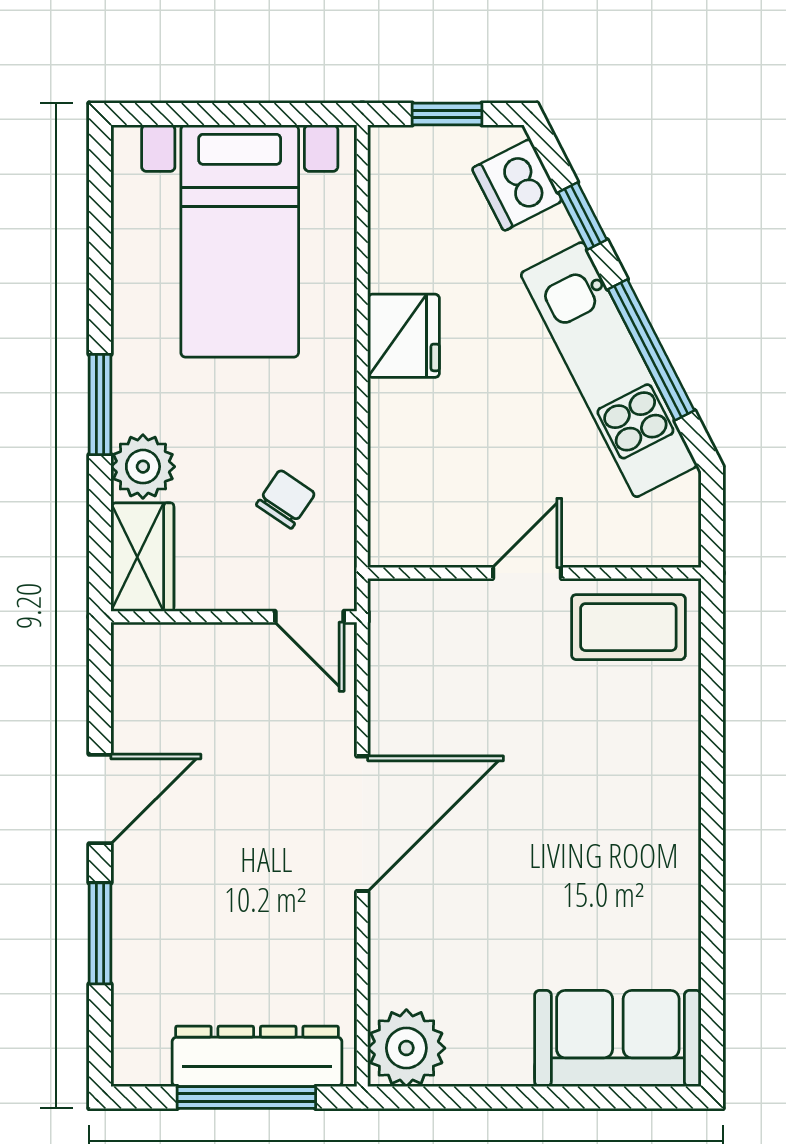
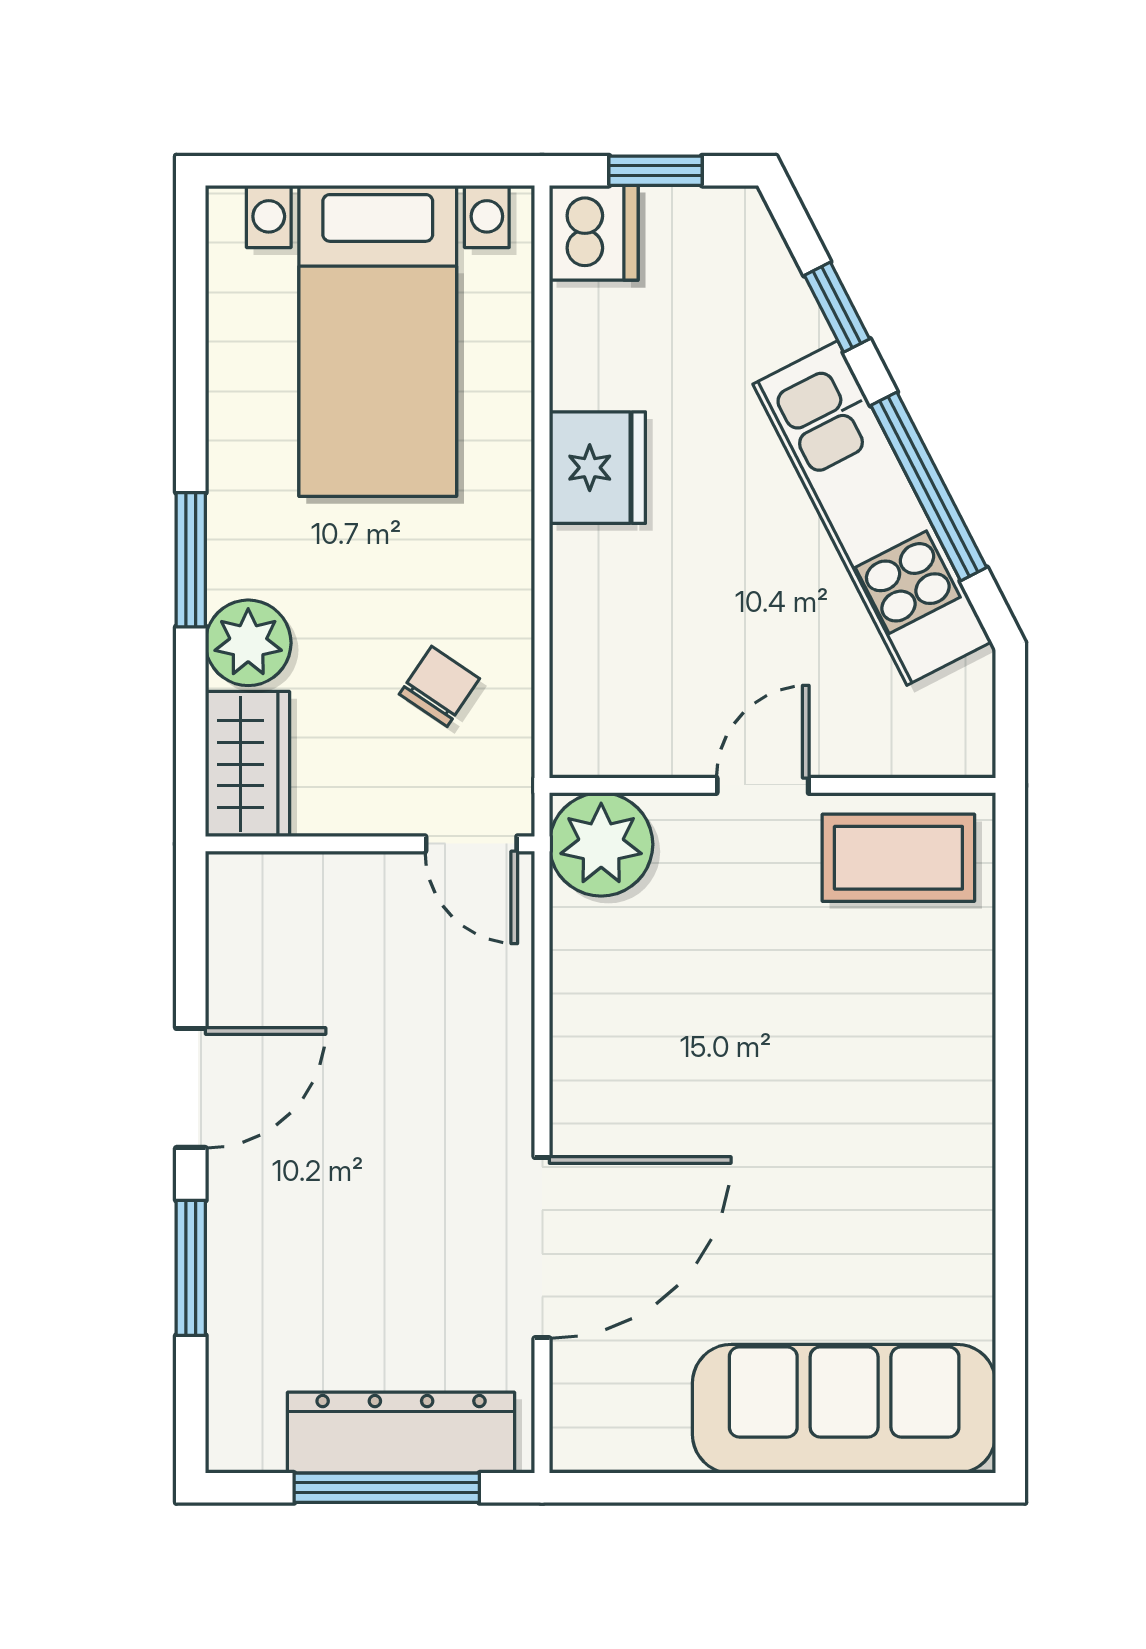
dishwasher: (517, 185) -> (594, 233), moved, turned -153
door: (362, 824) -> (542, 1248), moved
sofa: (618, 1039) -> (844, 1409), width x1.36
plant: (406, 1048) -> (601, 844), moved

